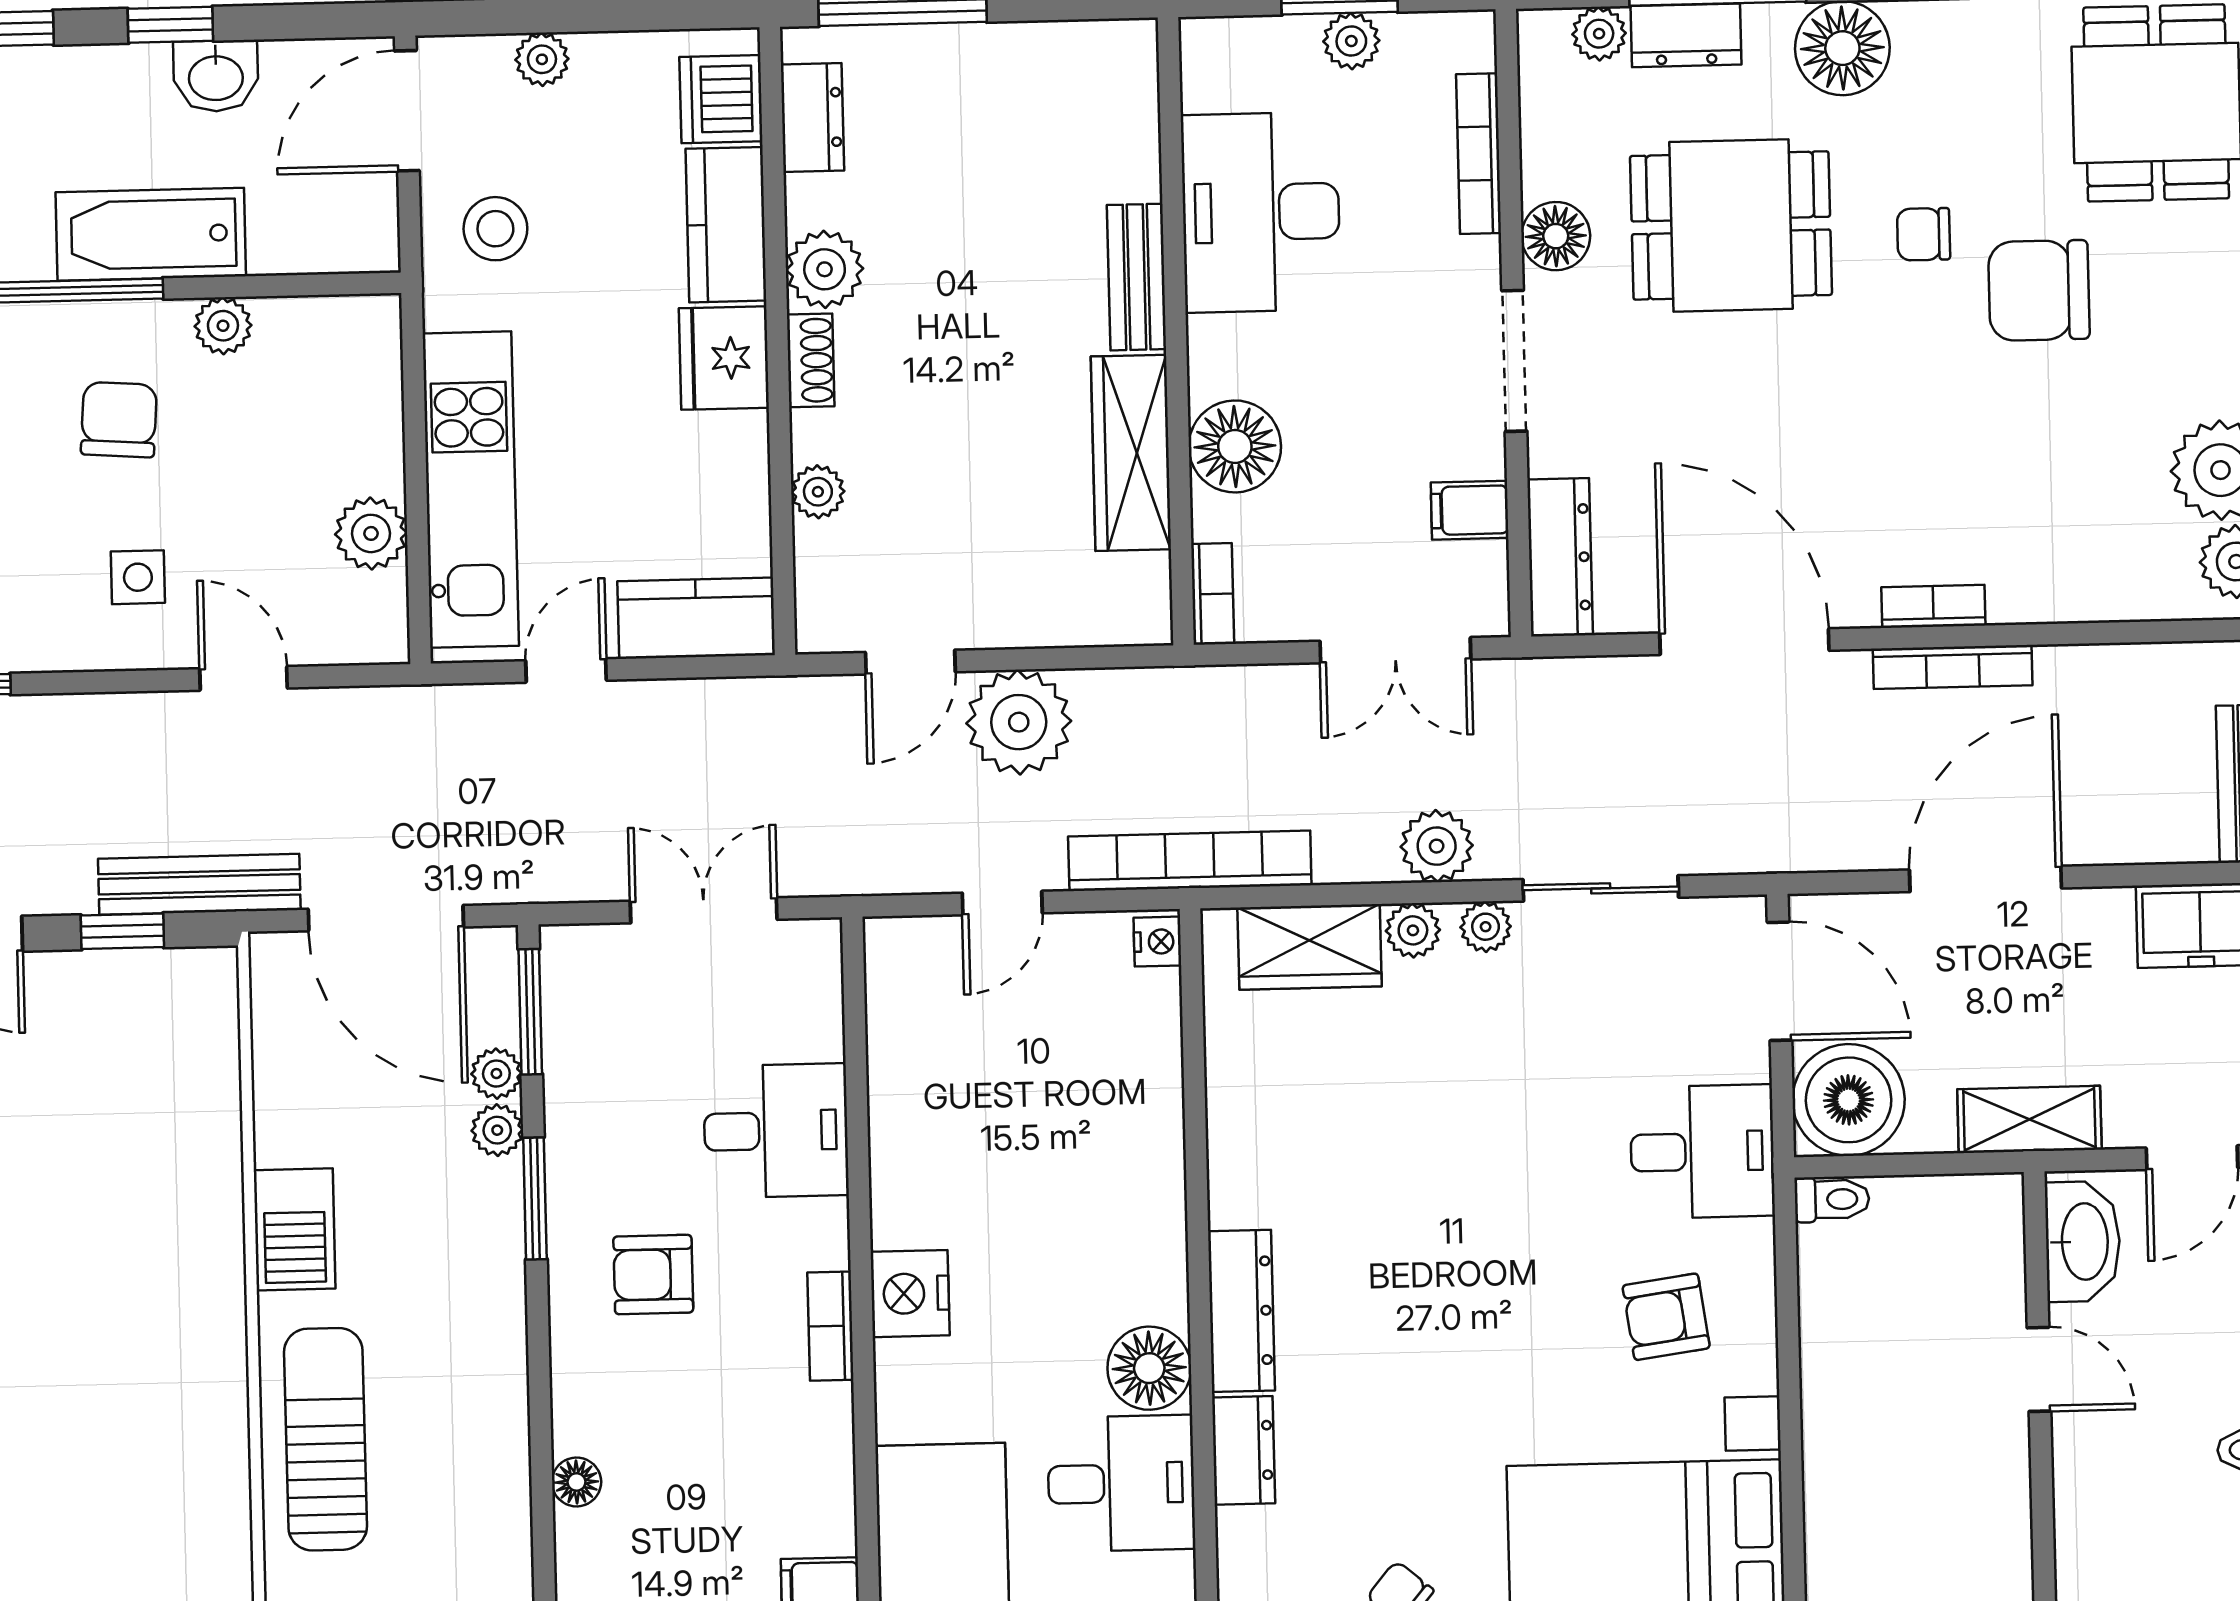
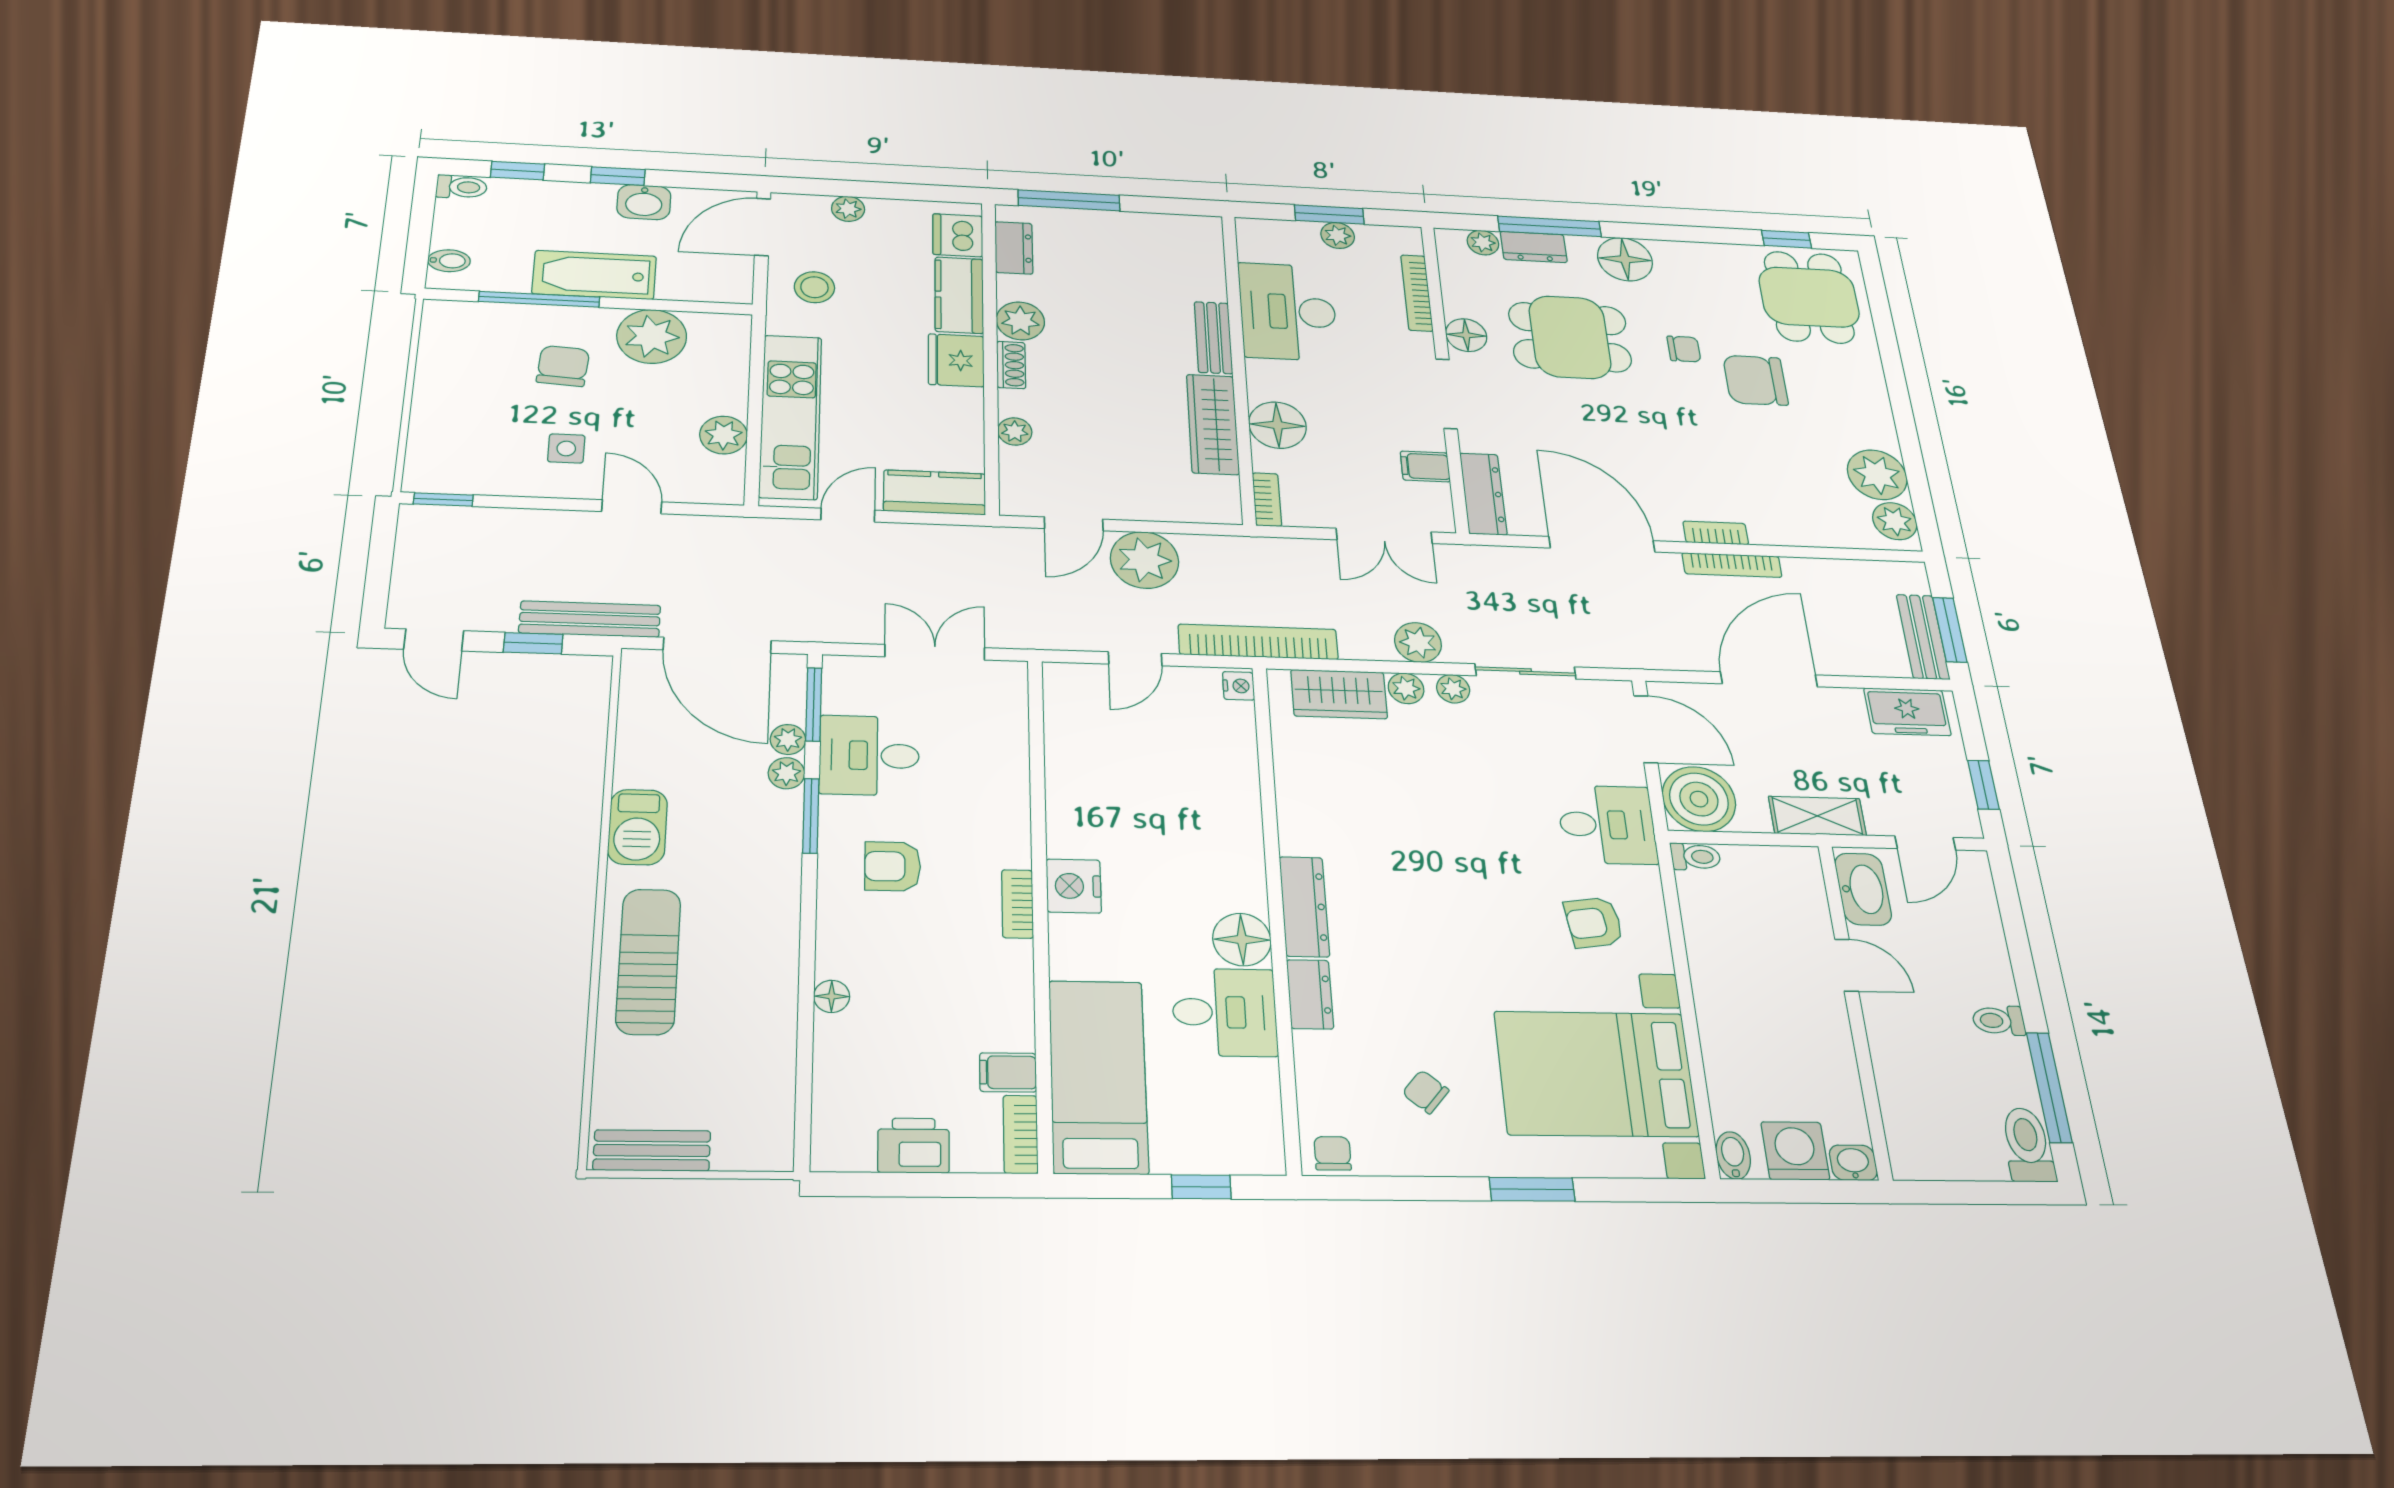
chair: (1924, 234) -> (1684, 349), turned 180
plant: (223, 326) -> (652, 336), width x1.88, depth x1.88
desk: (776, 1131) -> (869, 755), moved, turned 180

